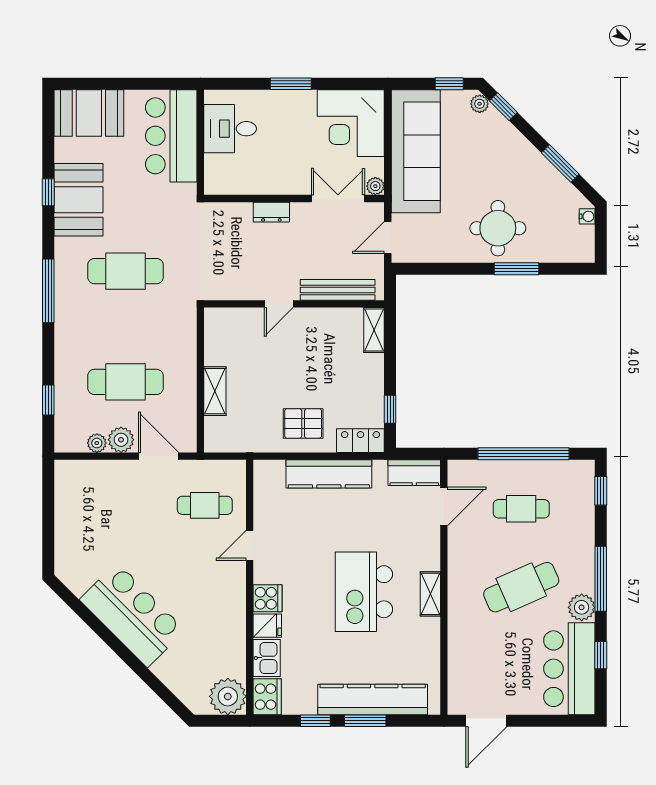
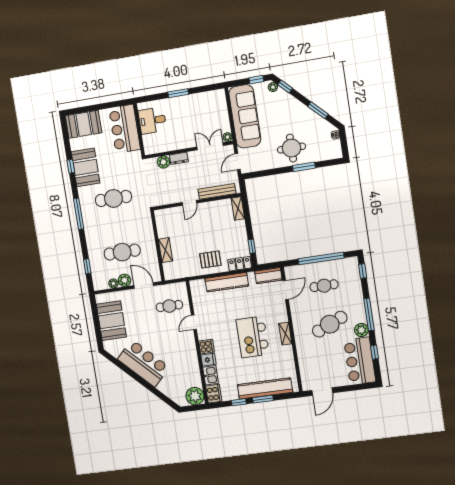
corner desk: (351, 123) -> (211, 108), removed
plant: (239, 214) -> (163, 162), added
booth: (80, 518) -> (111, 321), added

